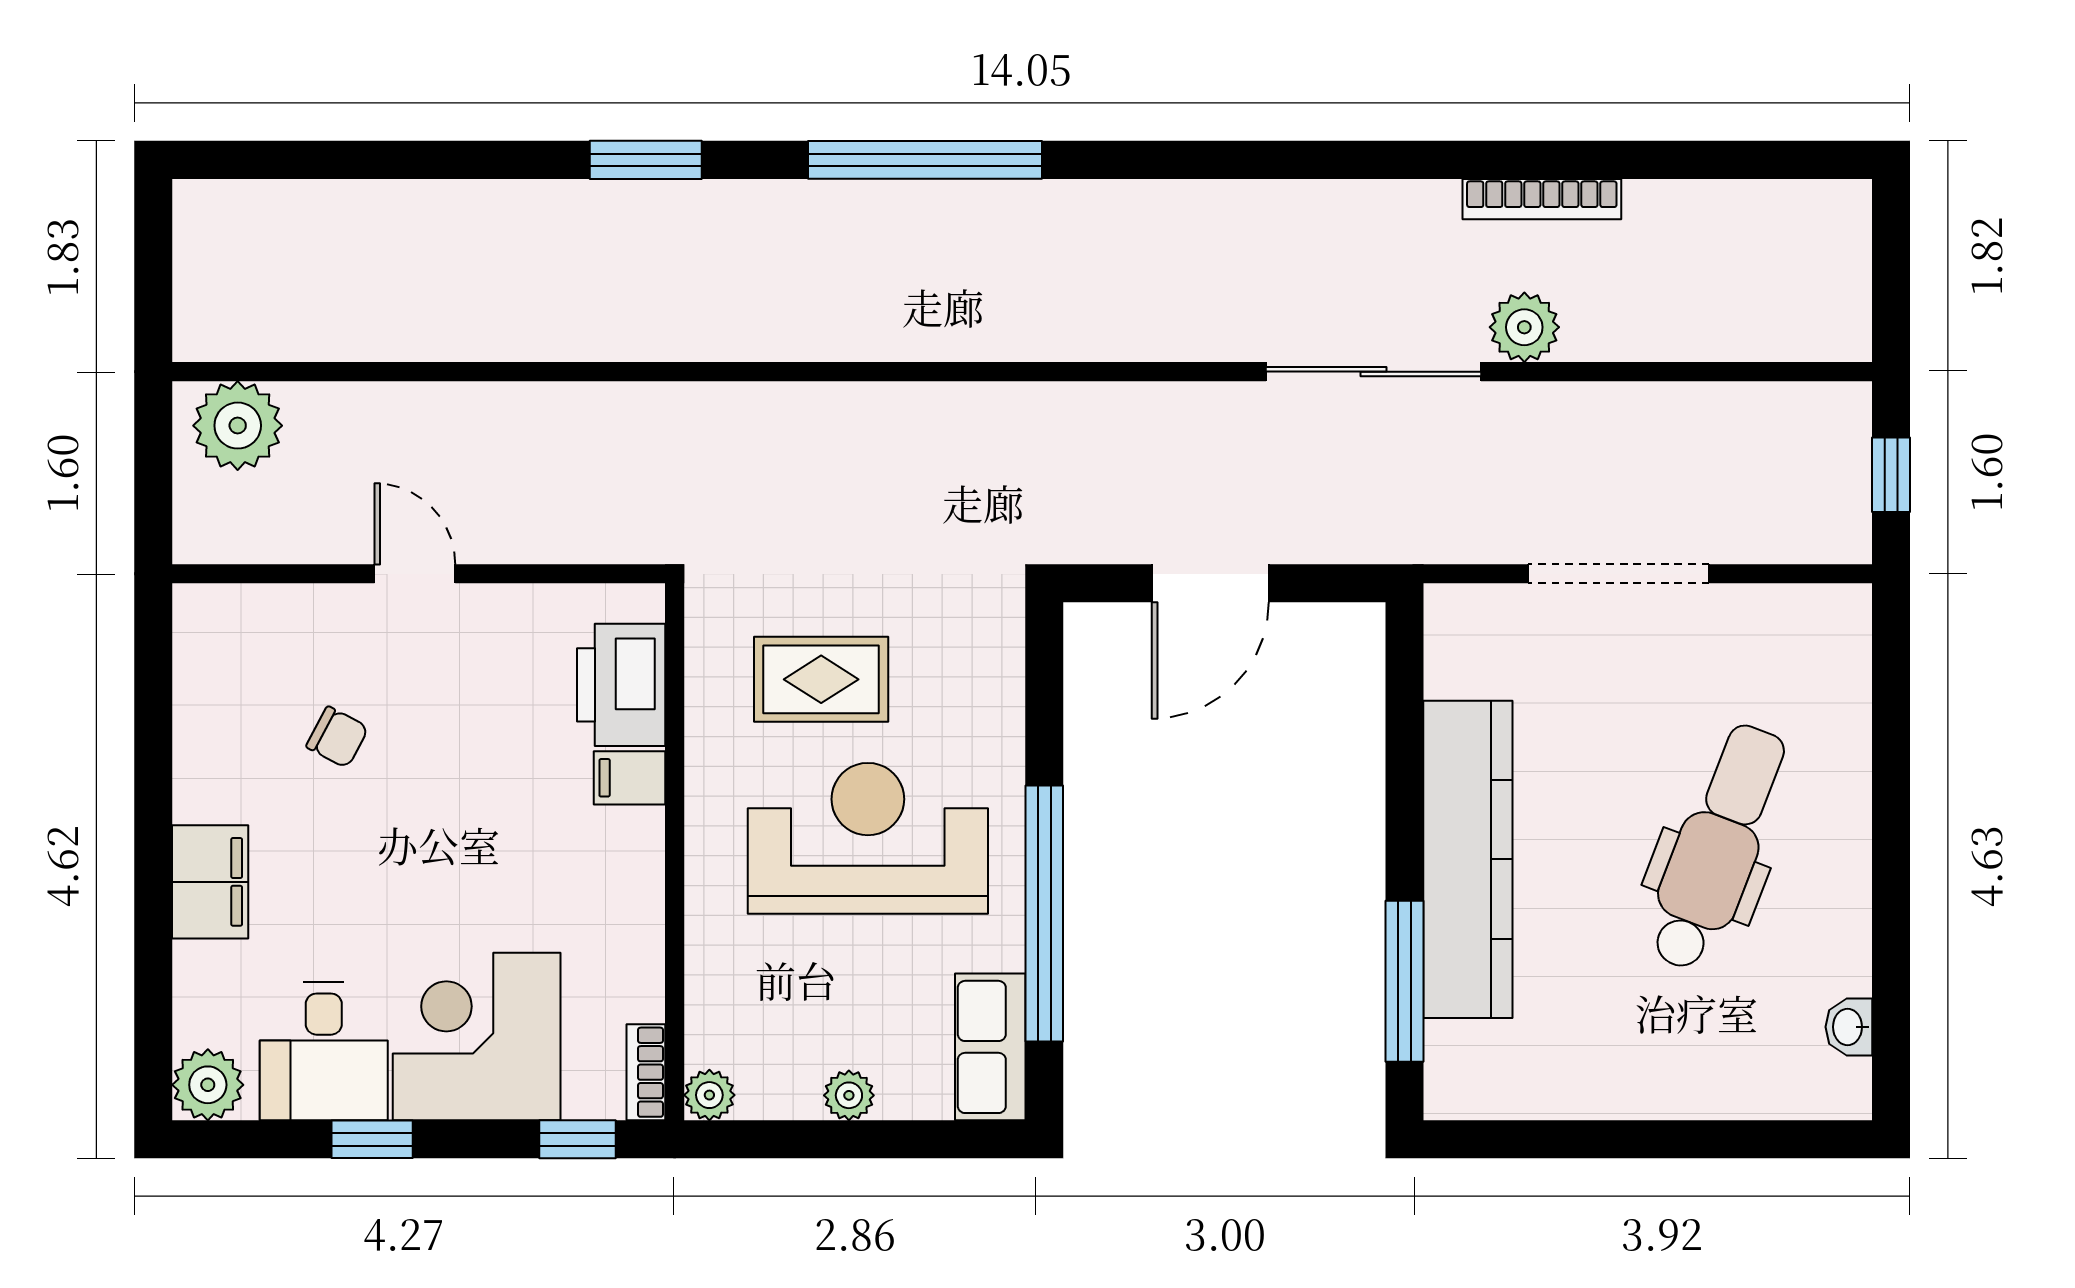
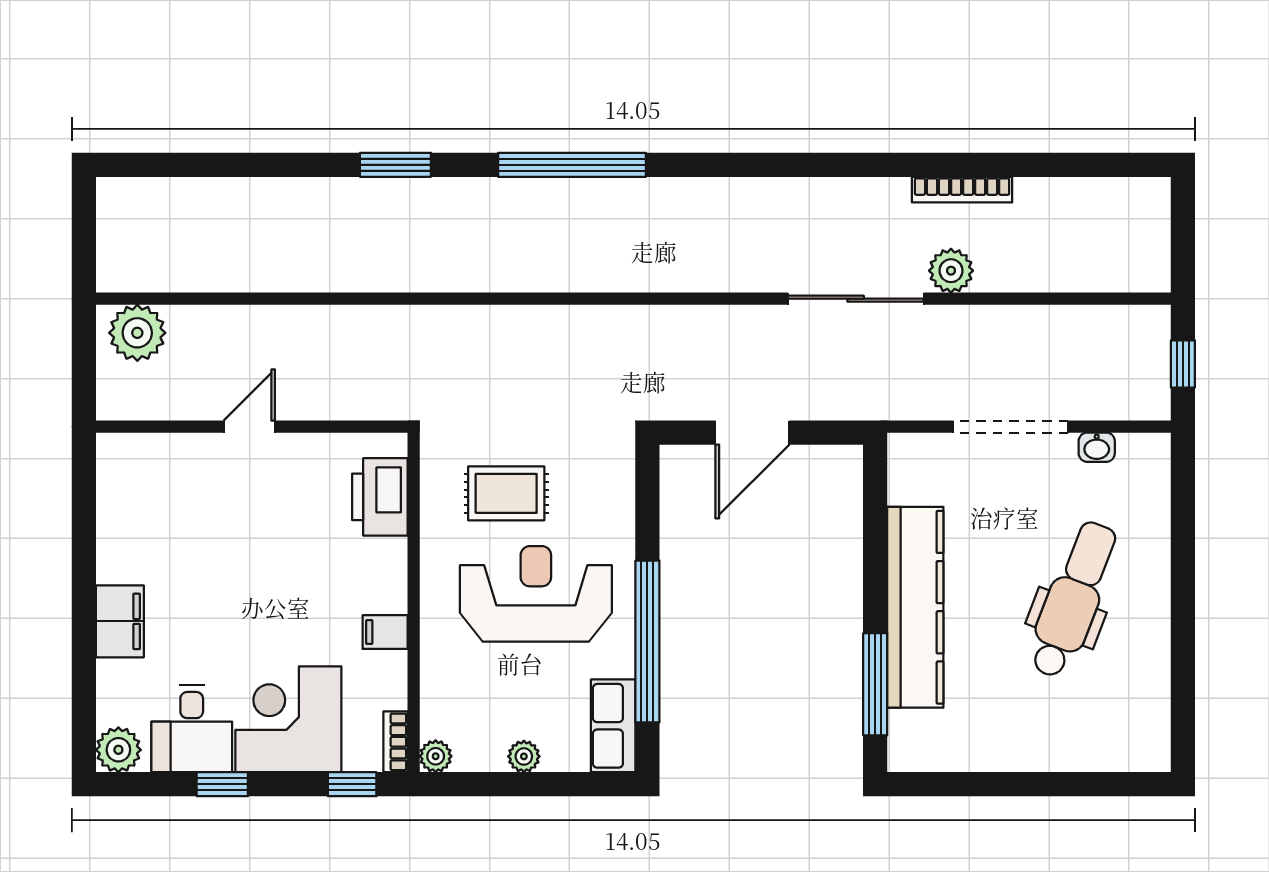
door: (415, 574) -> (249, 427), hinge flipped
chair: (337, 737) -> (200, 530), removed
filing cabinet: (630, 778) -> (385, 632), moved
washbasin: (1849, 1027) -> (1097, 447), moved, turned -90

